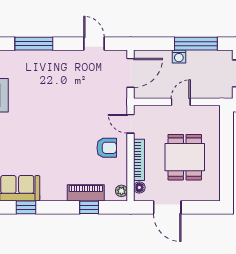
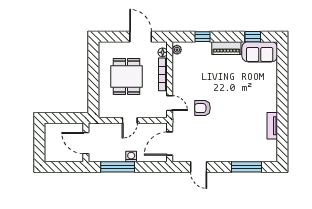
armchair: (107, 148) -> (202, 108), moved
piano: (86, 193) -> (226, 48), moved

